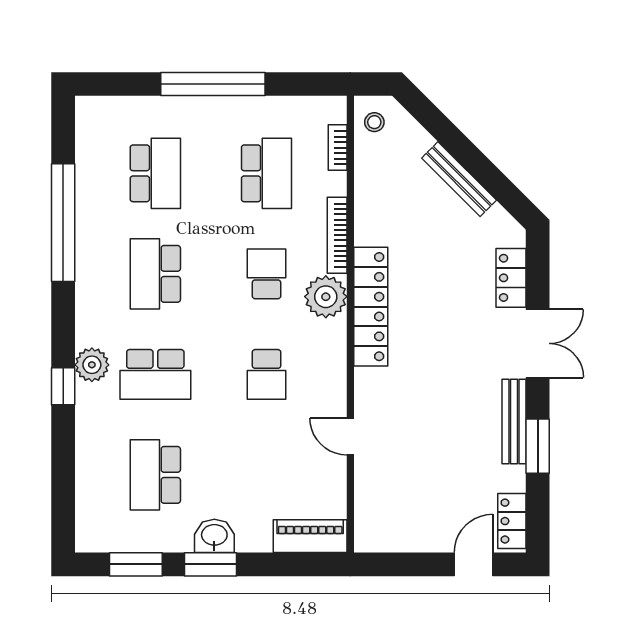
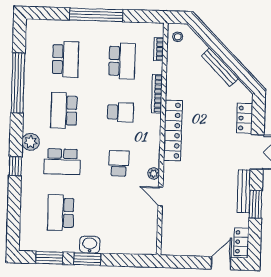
school desk: (266, 274) -> (120, 112), turned 90
plant: (326, 297) -> (154, 173), moved, width x0.53, depth x0.53
plant: (92, 365) -> (31, 142), moved
school desk: (266, 374) -> (119, 163), turned 180
piano: (310, 536) -> (138, 246), removed

